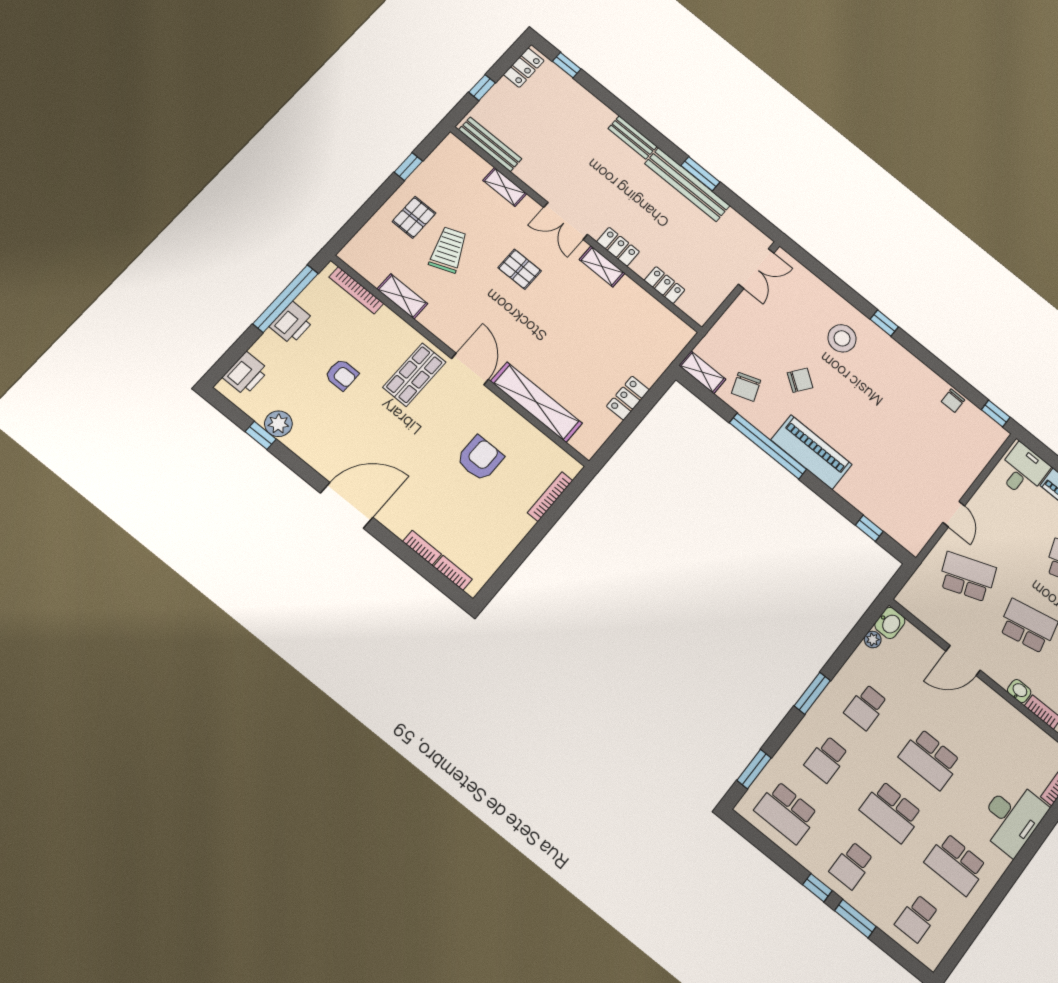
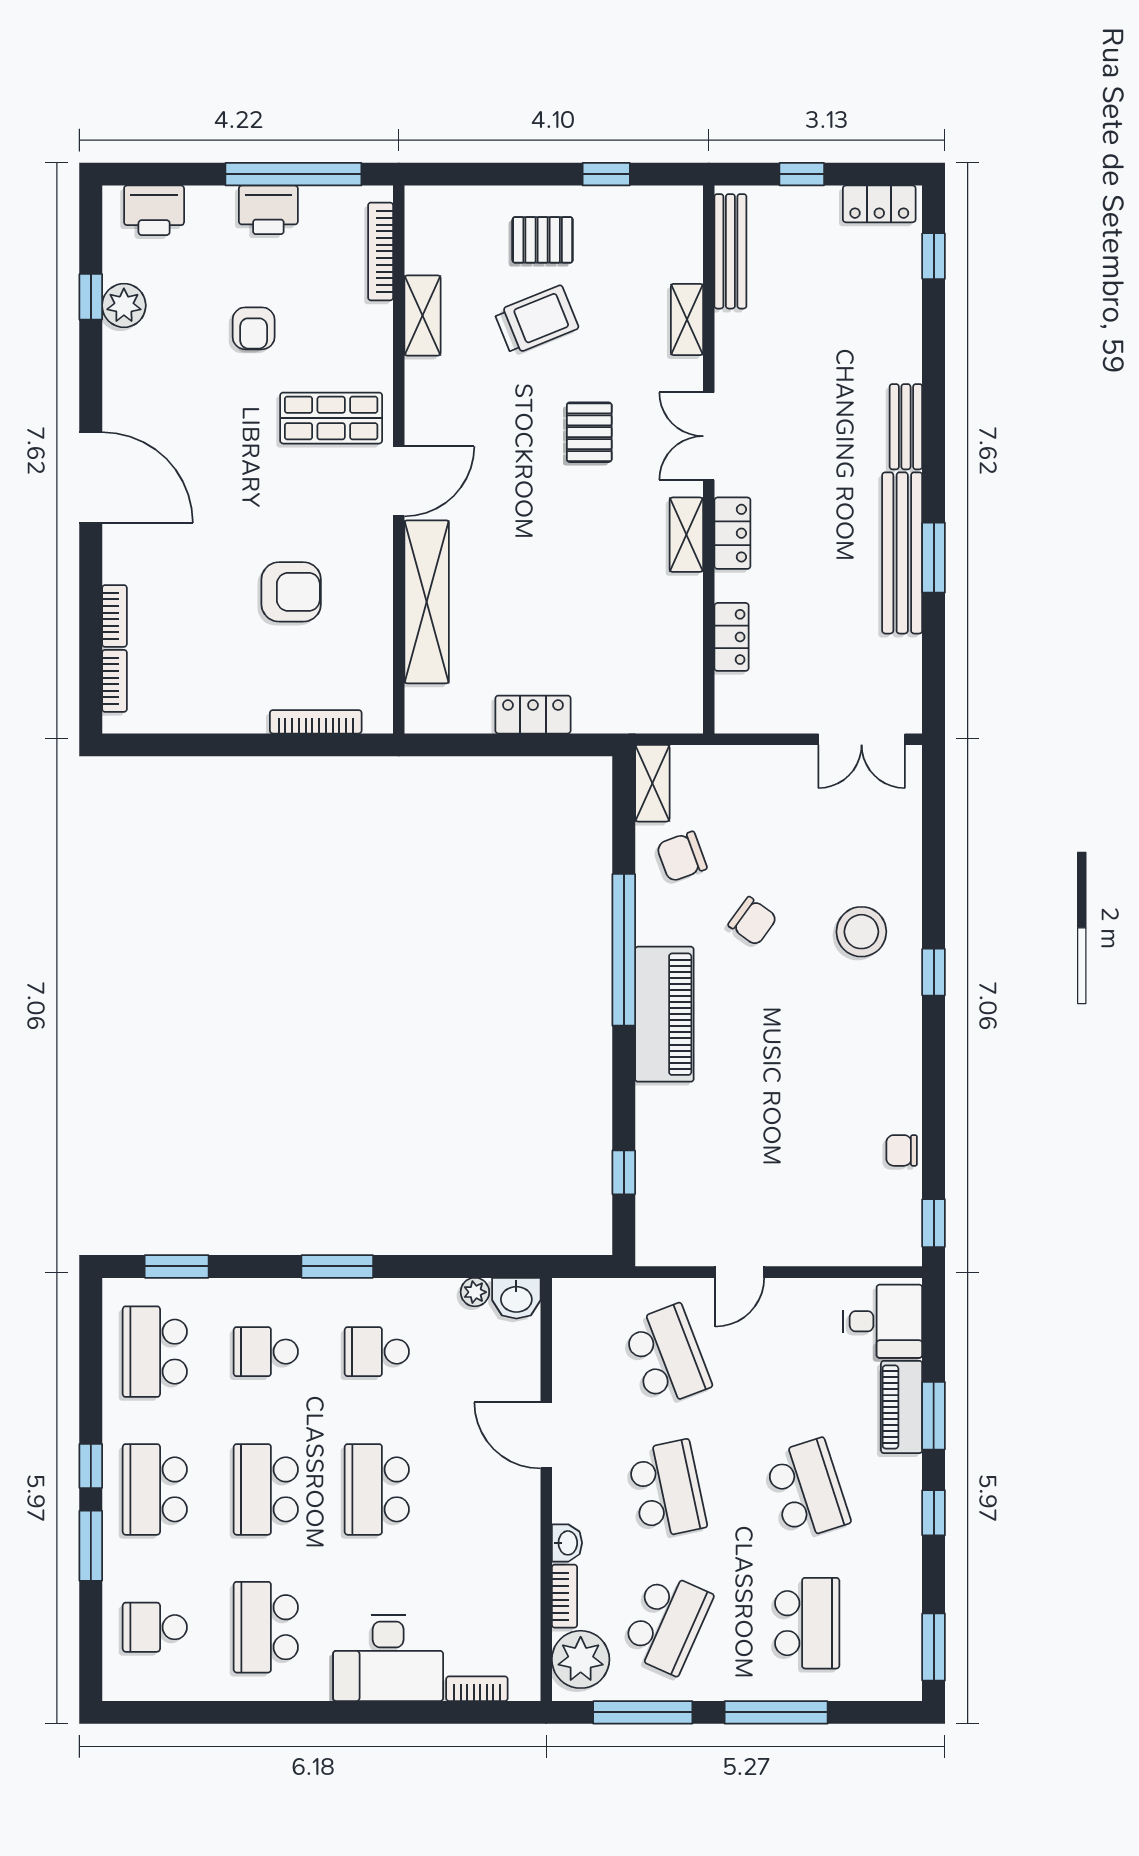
school desk: (852, 865) -> (155, 1489), width x1.85

